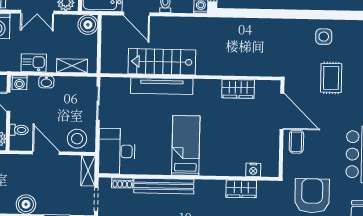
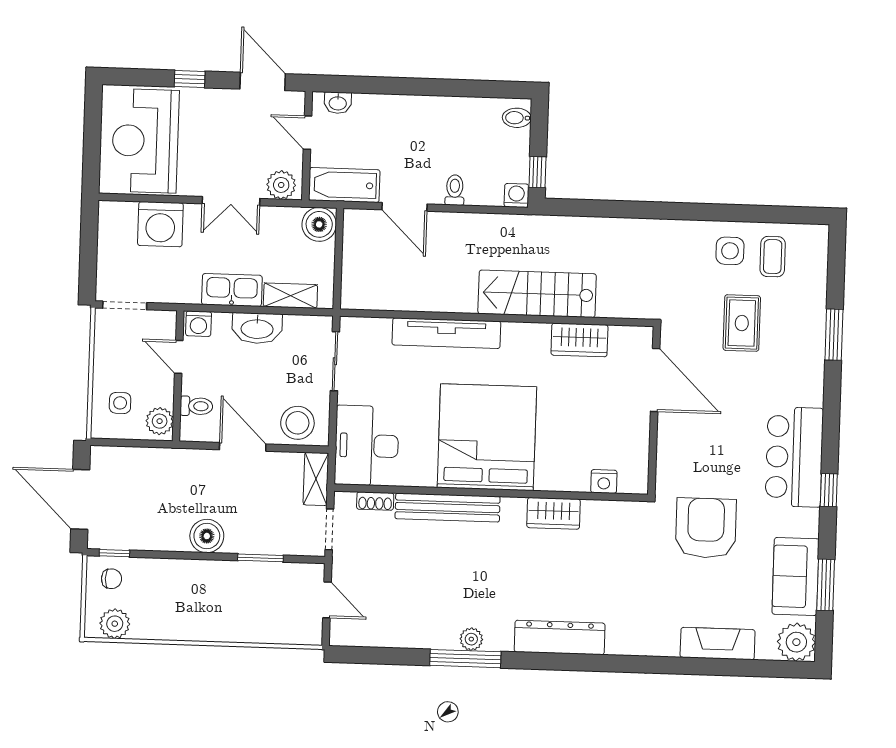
stairs: (162, 62) -> (537, 294), moved
kitchen sink: (34, 63) -> (232, 290), width x1.38
washbasin: (46, 82) -> (257, 328), width x1.91, depth x1.45
coffee table: (296, 142) -> (773, 257), moved
bed: (186, 145) -> (487, 437), width x2.04
wardrobe: (241, 189) -> (554, 513), moved

